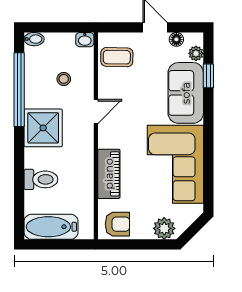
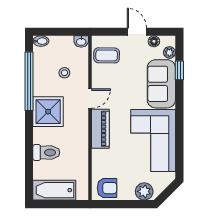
piano: (109, 174) -> (100, 129), moved

